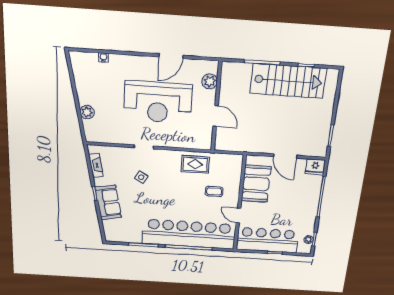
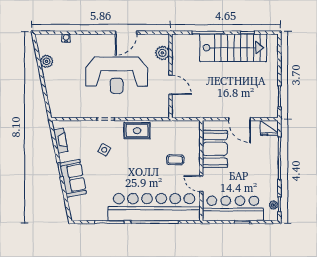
plant: (87, 112) -> (47, 61), moved
rug: (195, 164) -> (137, 131), moved

